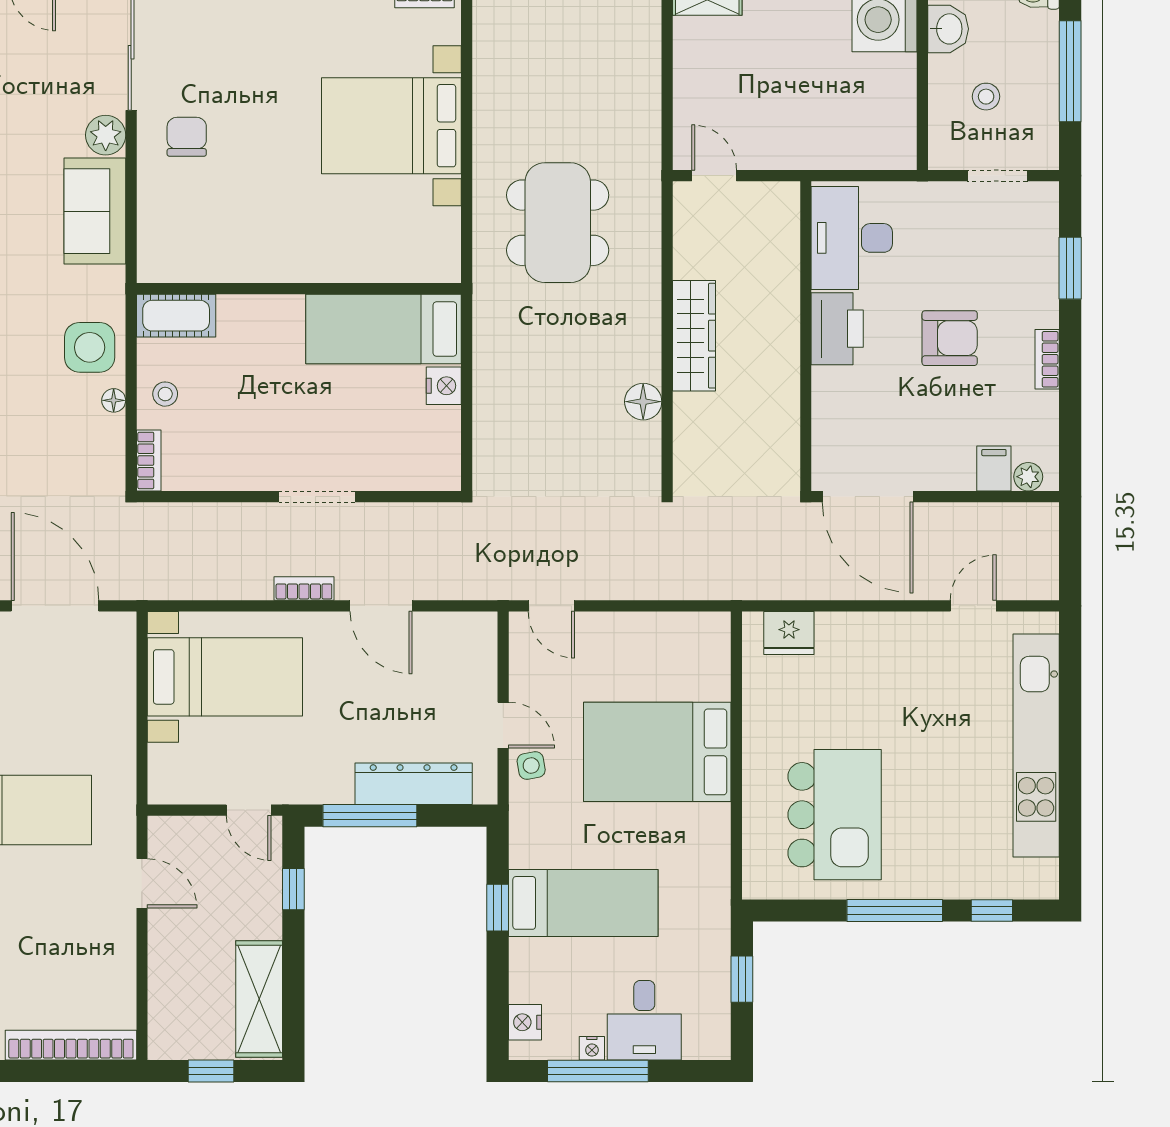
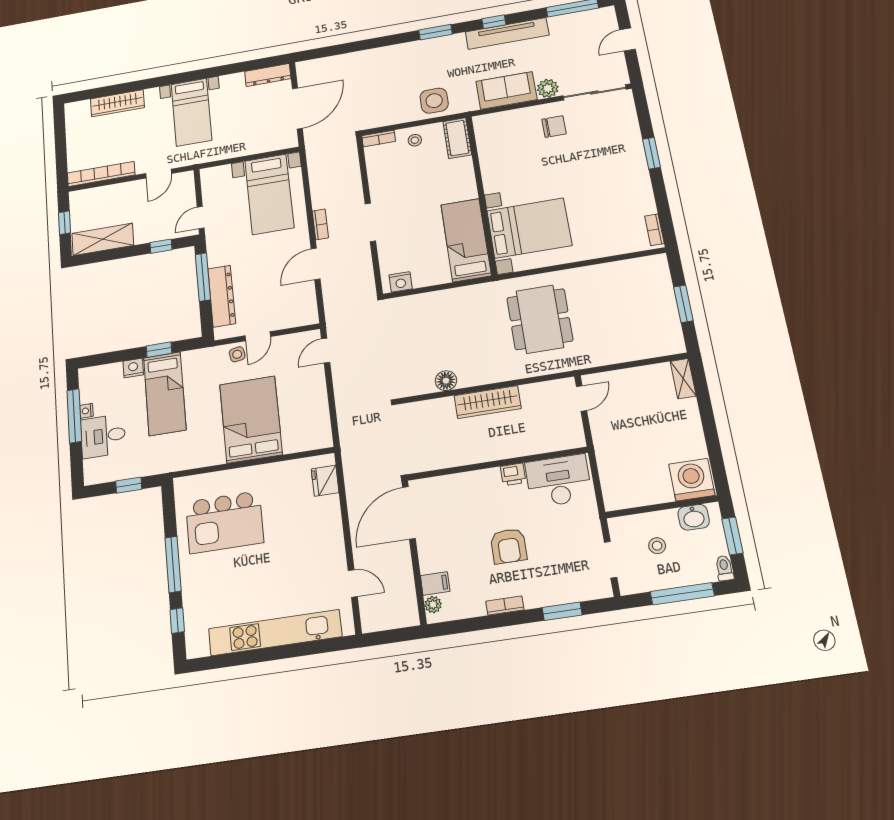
bed with nightstands: (391, 126) -> (529, 228), moved, turned 90
dining table: (558, 223) -> (540, 319), turned 90
printer: (837, 329) -> (513, 474), width x0.53, depth x0.68
nightstand: (444, 386) -> (401, 282), moved
floor lamp: (114, 400) -> (408, 117), removed
nightstand: (525, 1022) -> (133, 368), moved
bookcase: (71, 1045) -> (101, 174), moved, turned -90

